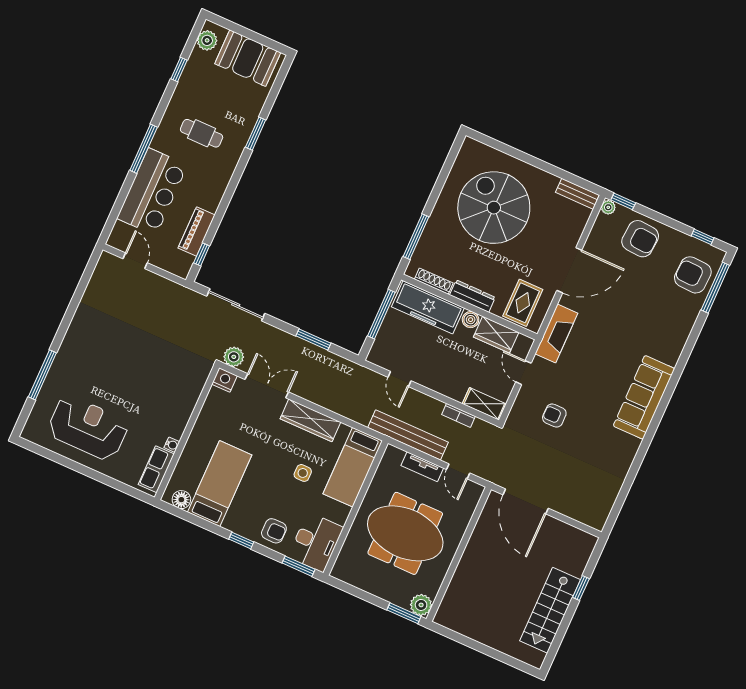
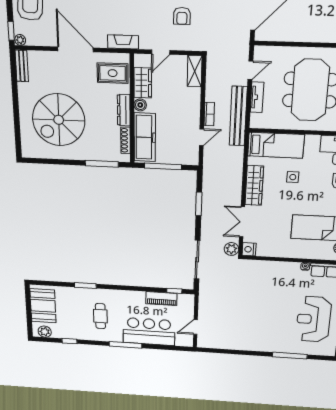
fireplace: (556, 333) -> (123, 42), width x0.73, depth x0.76
bookcase: (459, 415) -> (209, 114), moved

